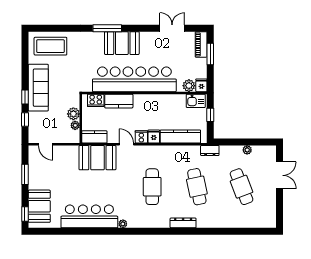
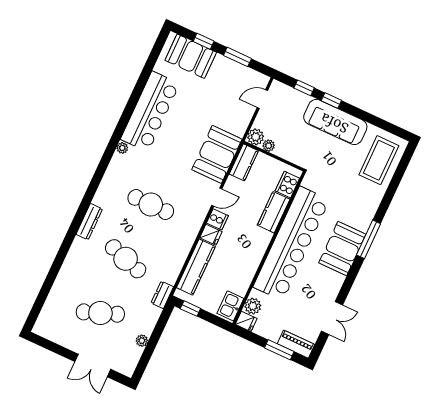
plant: (73, 114) -> (256, 137), moved
window: (210, 115) -> (190, 309), moved
cafe table: (197, 187) -> (126, 259), turned 30
window: (25, 214) -> (204, 41), moved

